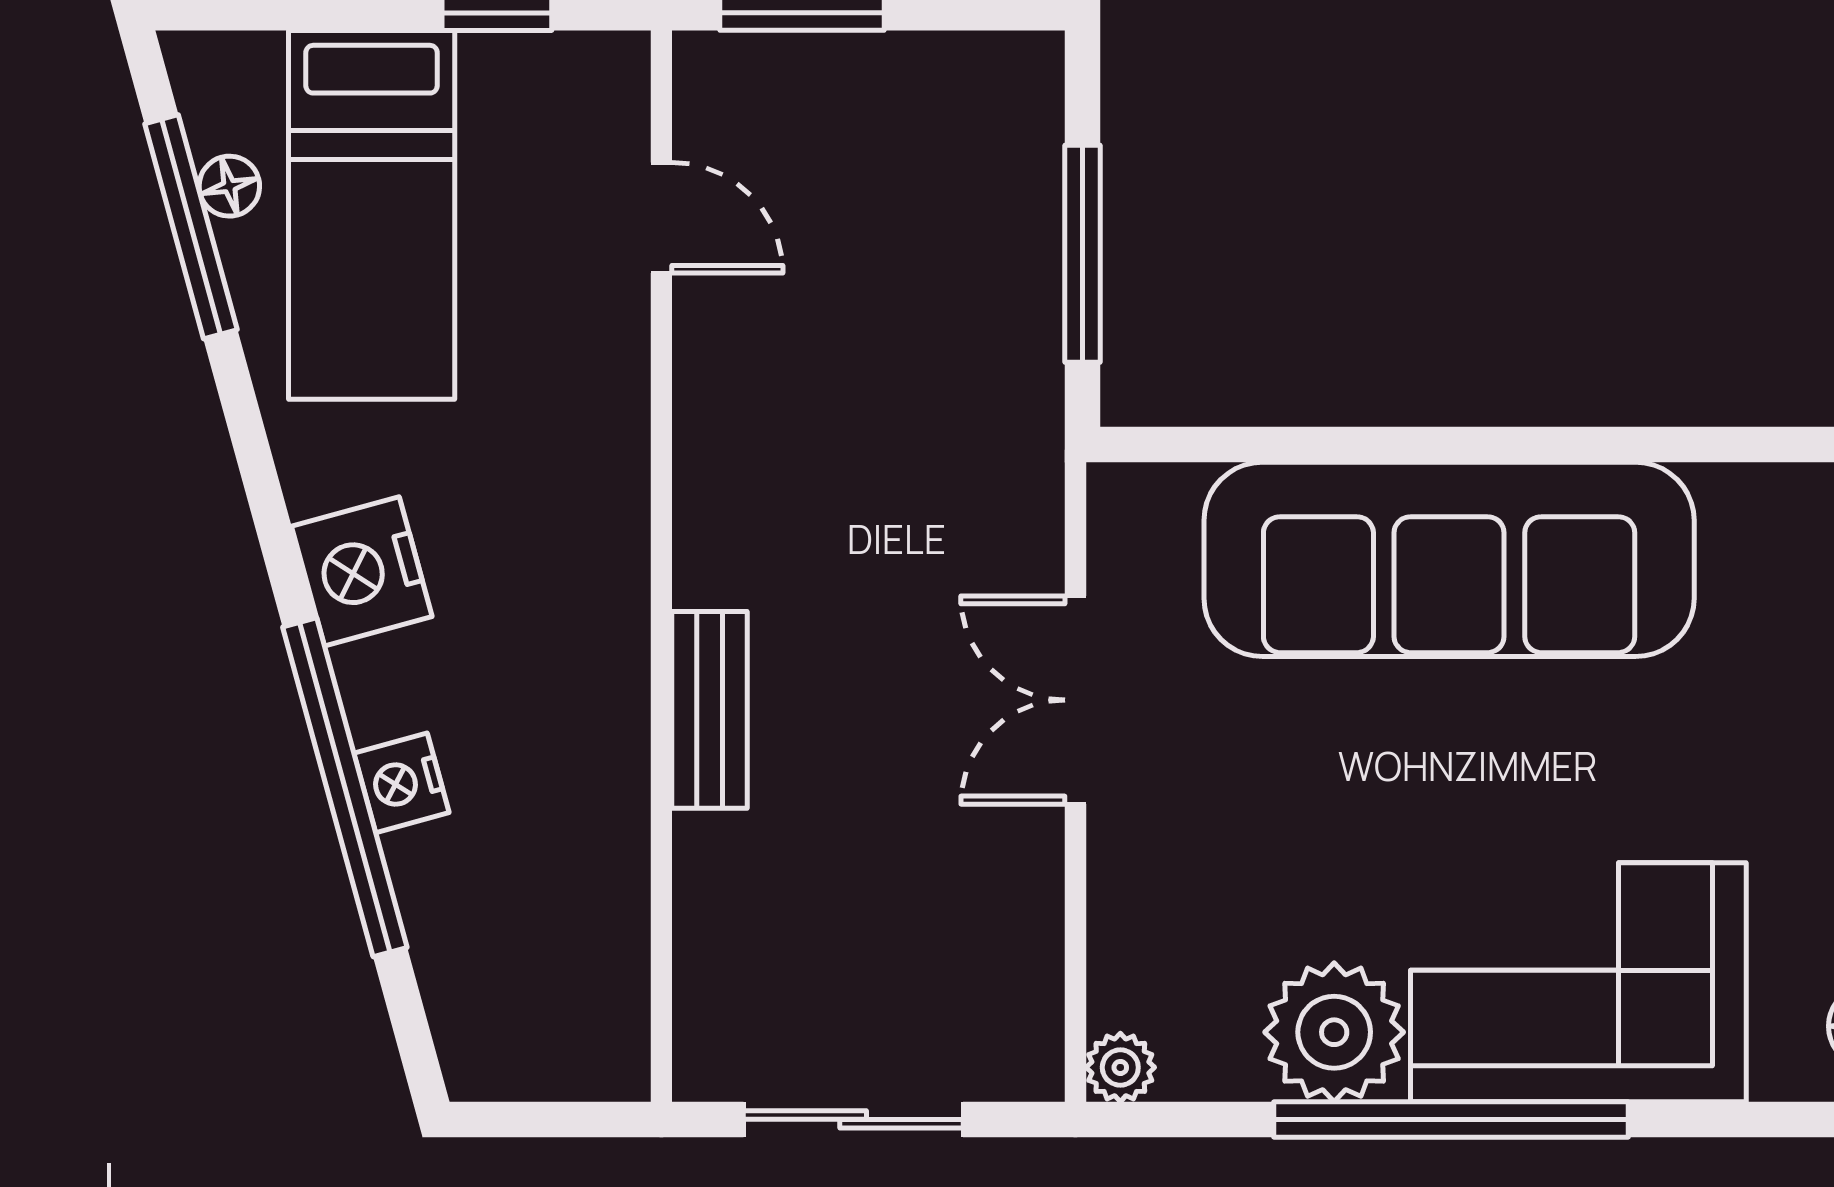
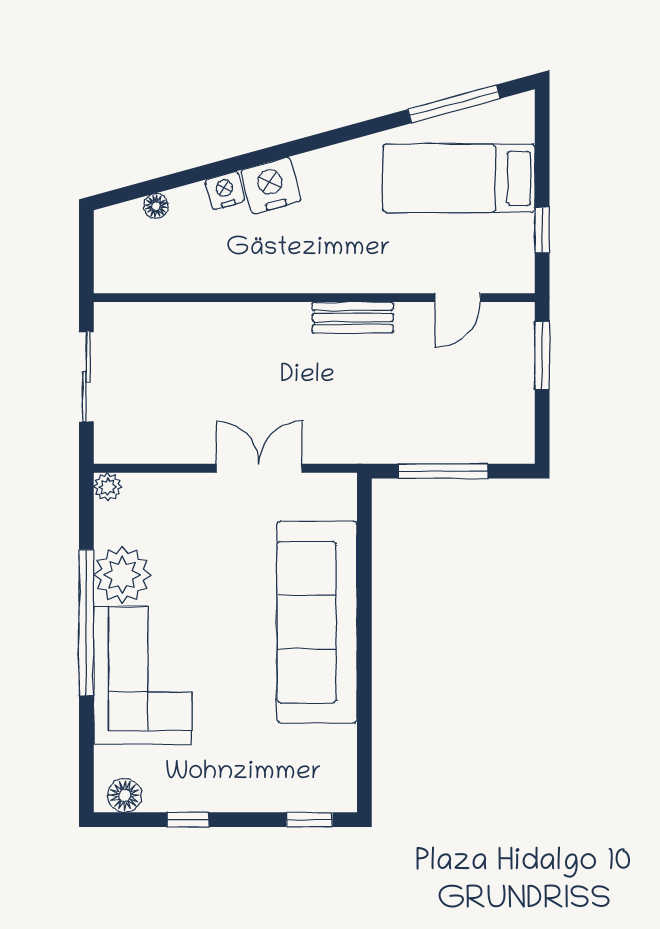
floor lamp: (229, 186) -> (156, 206), moved
nightstand: (362, 571) -> (271, 186), moved
bench: (710, 710) -> (353, 317), moved
window: (345, 787) -> (223, 167), removed

